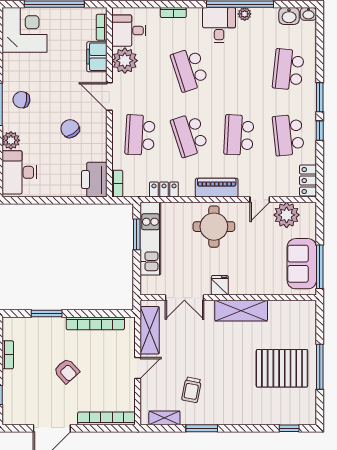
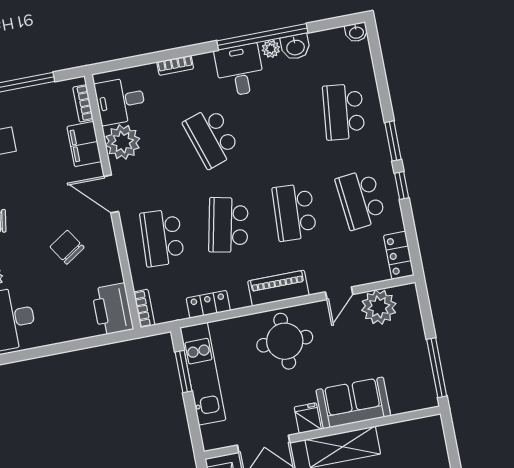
washbasin: (289, 16) -> (295, 47), moved
school desk: (189, 135) -> (228, 225), turned 30
sofa: (302, 264) -> (353, 403), moved, turned 90

